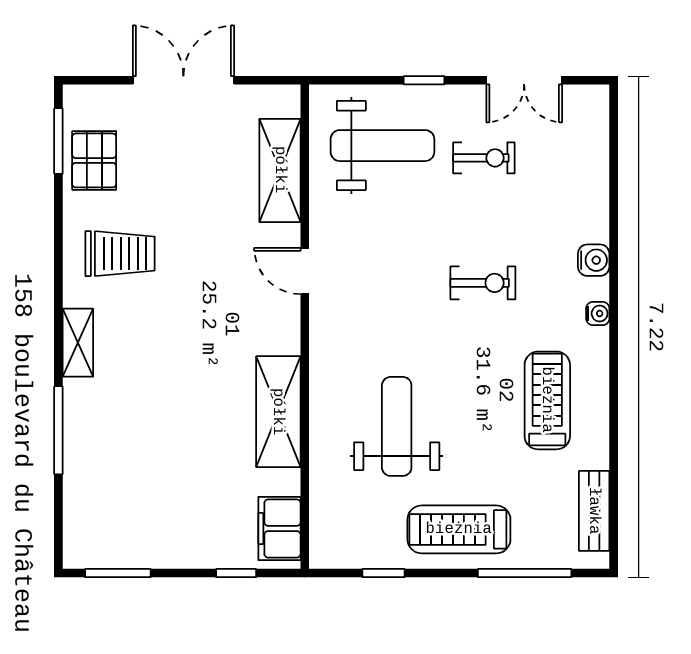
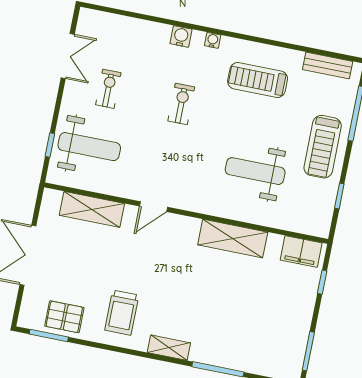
window: (424, 80) -> (50, 145), moved
weight bench: (382, 146) -> (89, 147), turned 90
trolley: (120, 254) -> (122, 313), turned 180

